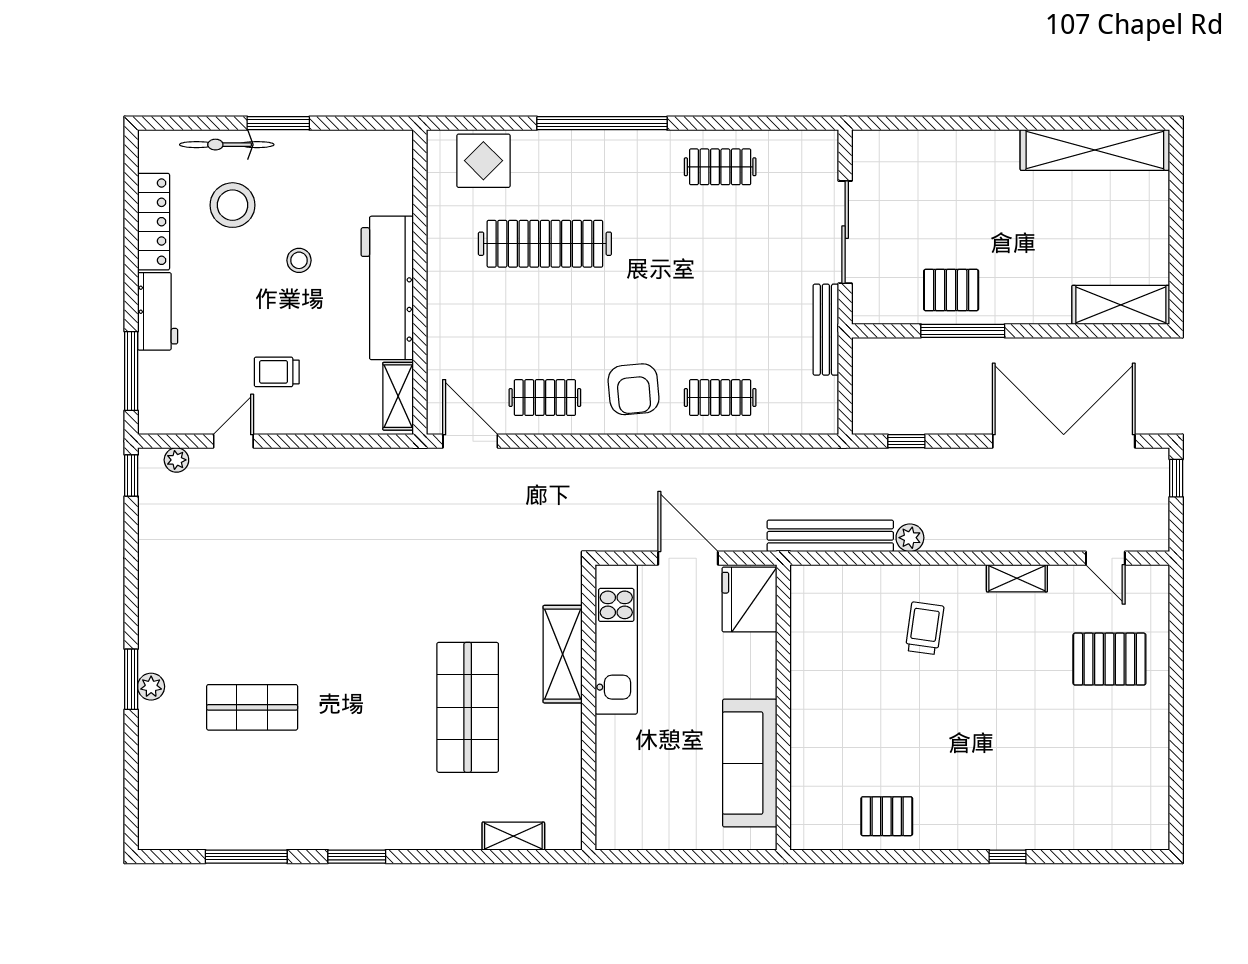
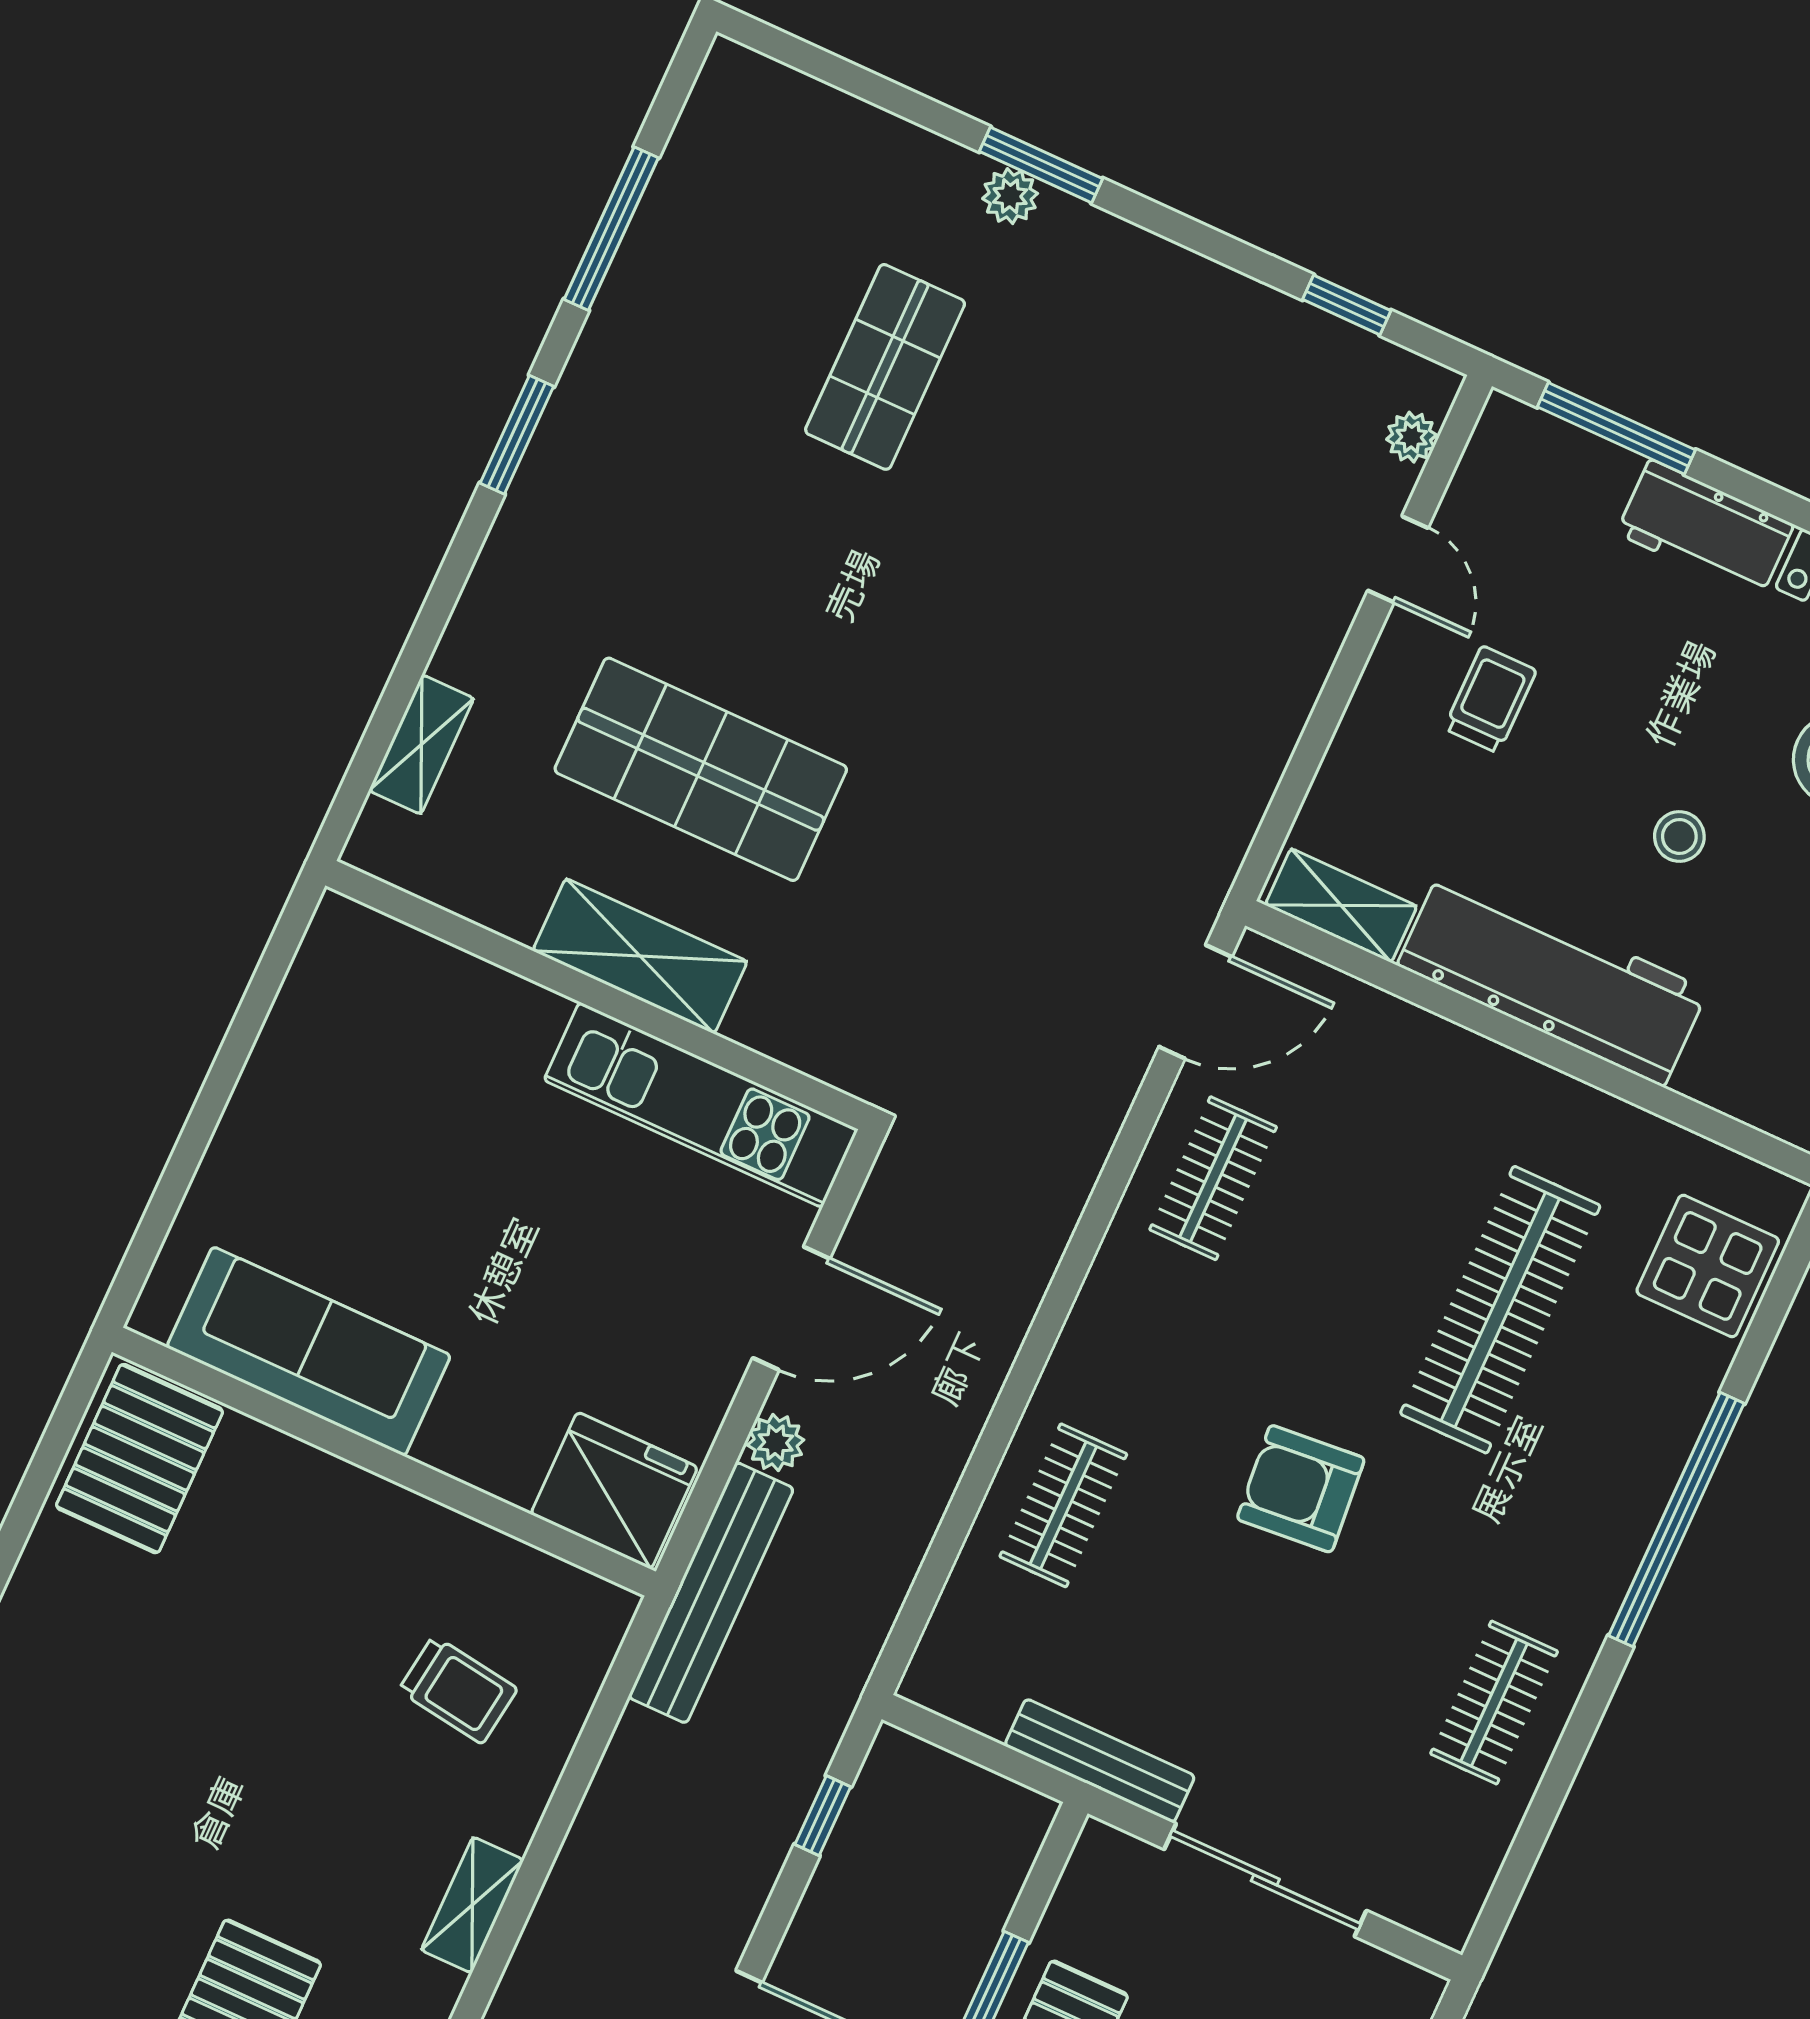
armchair: (634, 389) -> (1301, 1489), moved
window: (131, 475) -> (1347, 305), moved
plant: (910, 538) -> (776, 1443), moved
fridge: (749, 599) -> (614, 1491), moved
shelving: (563, 654) -> (640, 956), moved
wall: (783, 707) -> (384, 1462), moved
sofa: (750, 763) -> (309, 1351), moved
pallet: (887, 816) -> (140, 1459), width x1.50, depth x1.42

